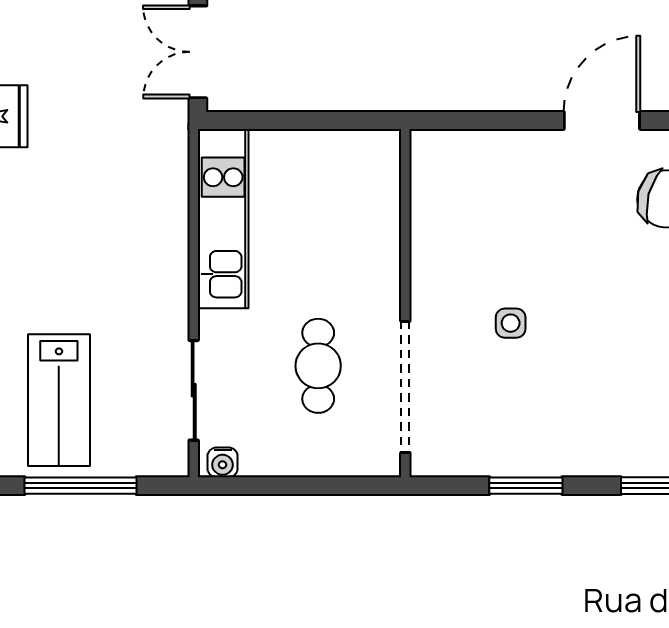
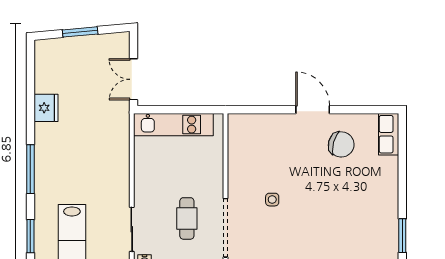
door: (602, 120) -> (313, 110), hinge flipped
kitchen unit: (223, 219) -> (173, 125), moved, turned 90

